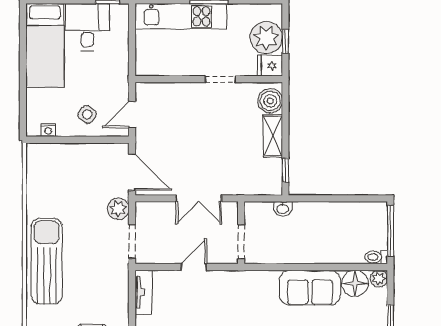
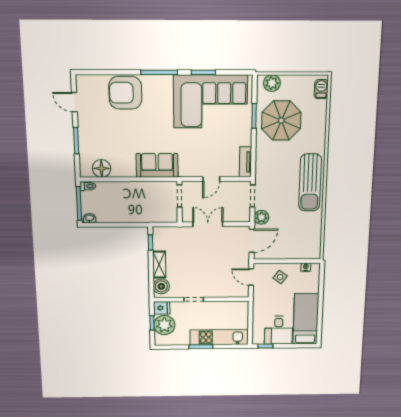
door: (132, 115) -> (251, 277), swing flipped
door: (132, 172) -> (252, 241), swing flipped
washbasin: (283, 209) -> (90, 218), moved
plant: (379, 279) -> (85, 172), removed
sofa: (310, 288) -> (157, 165), moved

